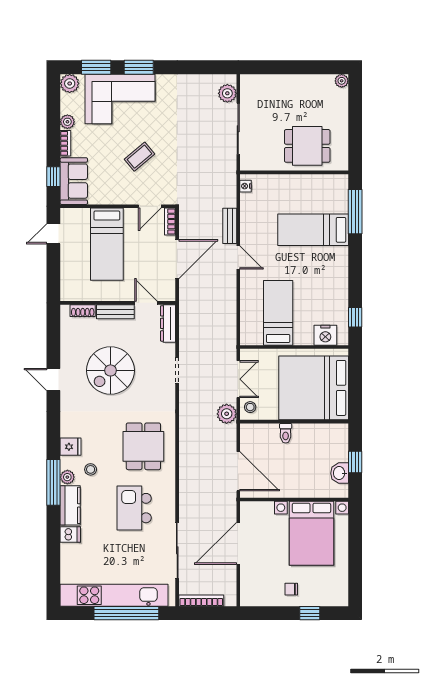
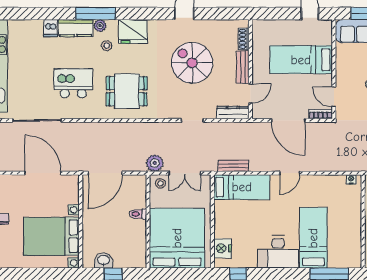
bench: (230, 226) -> (233, 166), moved
desk: (330, 271) -> (278, 252), added
bed: (278, 313) -> (242, 187), moved
fridge: (71, 447) -> (133, 31), width x1.88, depth x1.34

